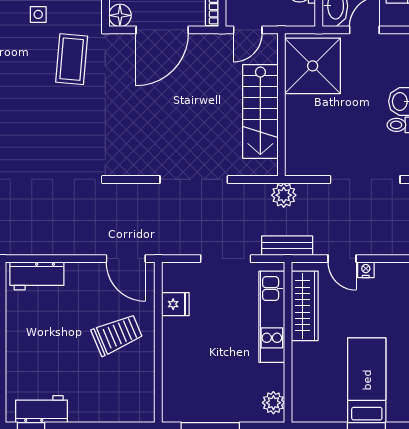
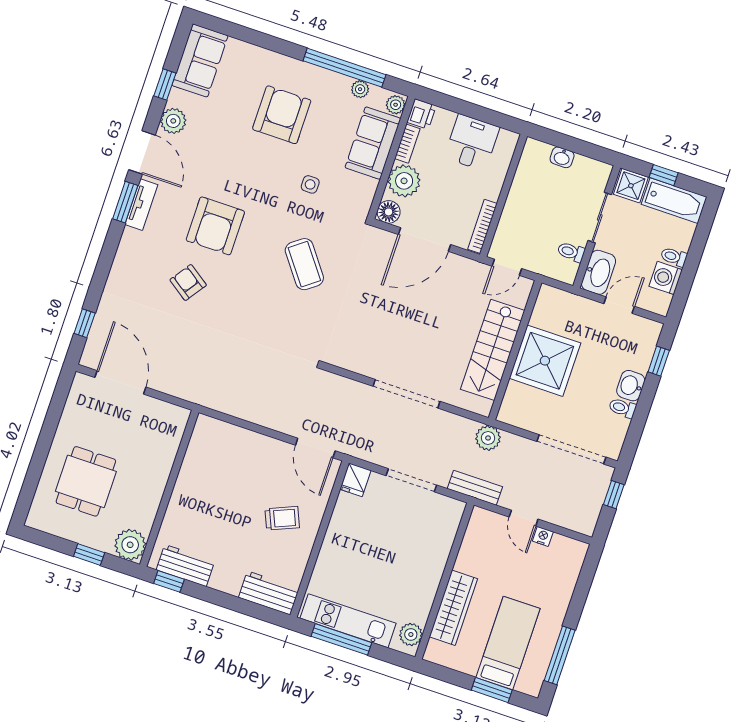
coffee table: (72, 59) -> (304, 264), moved, turned -42
shower: (313, 66) -> (545, 361), moved
workbench: (37, 276) -> (269, 593), moved, turned 180
fridge: (175, 304) -> (355, 480), moved, turned 90
wardrobe: (305, 306) -> (453, 608), moved
kitchen unit: (272, 317) -> (348, 621), moved, turned 90
trolley: (117, 335) -> (282, 518), width x0.73, depth x0.72

